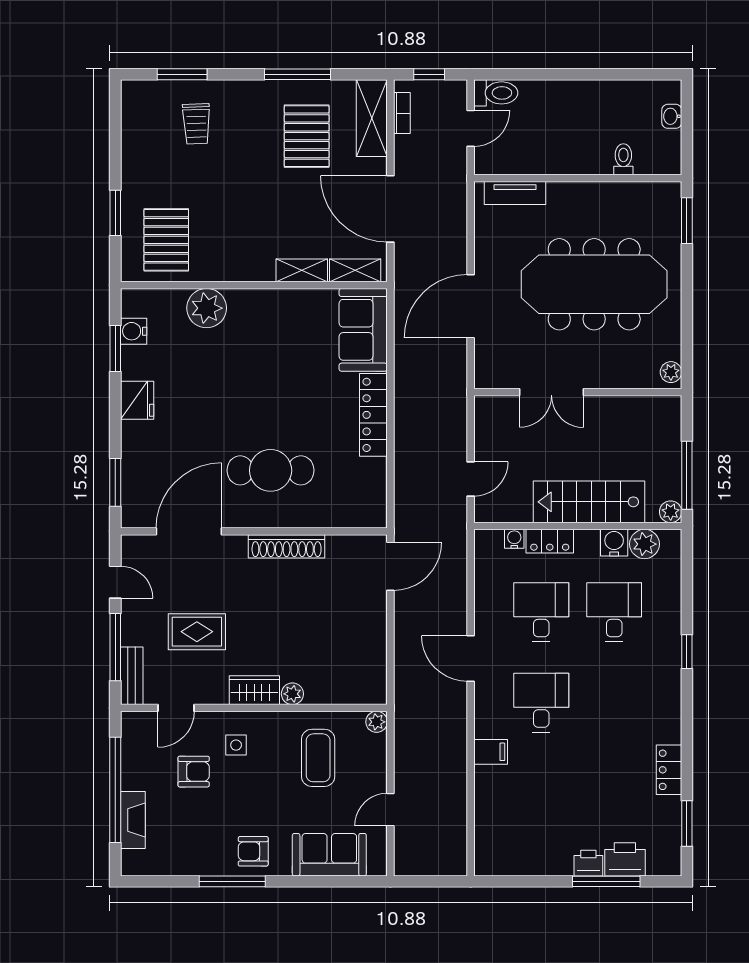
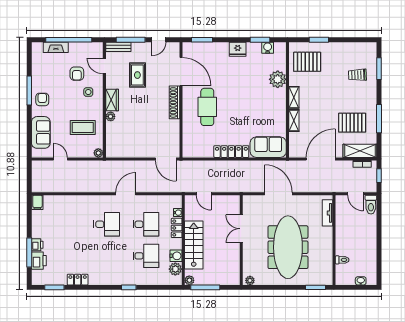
shelving: (355, 270) -> (294, 97), moved
shoe rack: (287, 546) -> (174, 102), moved
filing cabinet: (491, 752) -> (37, 202), moved

